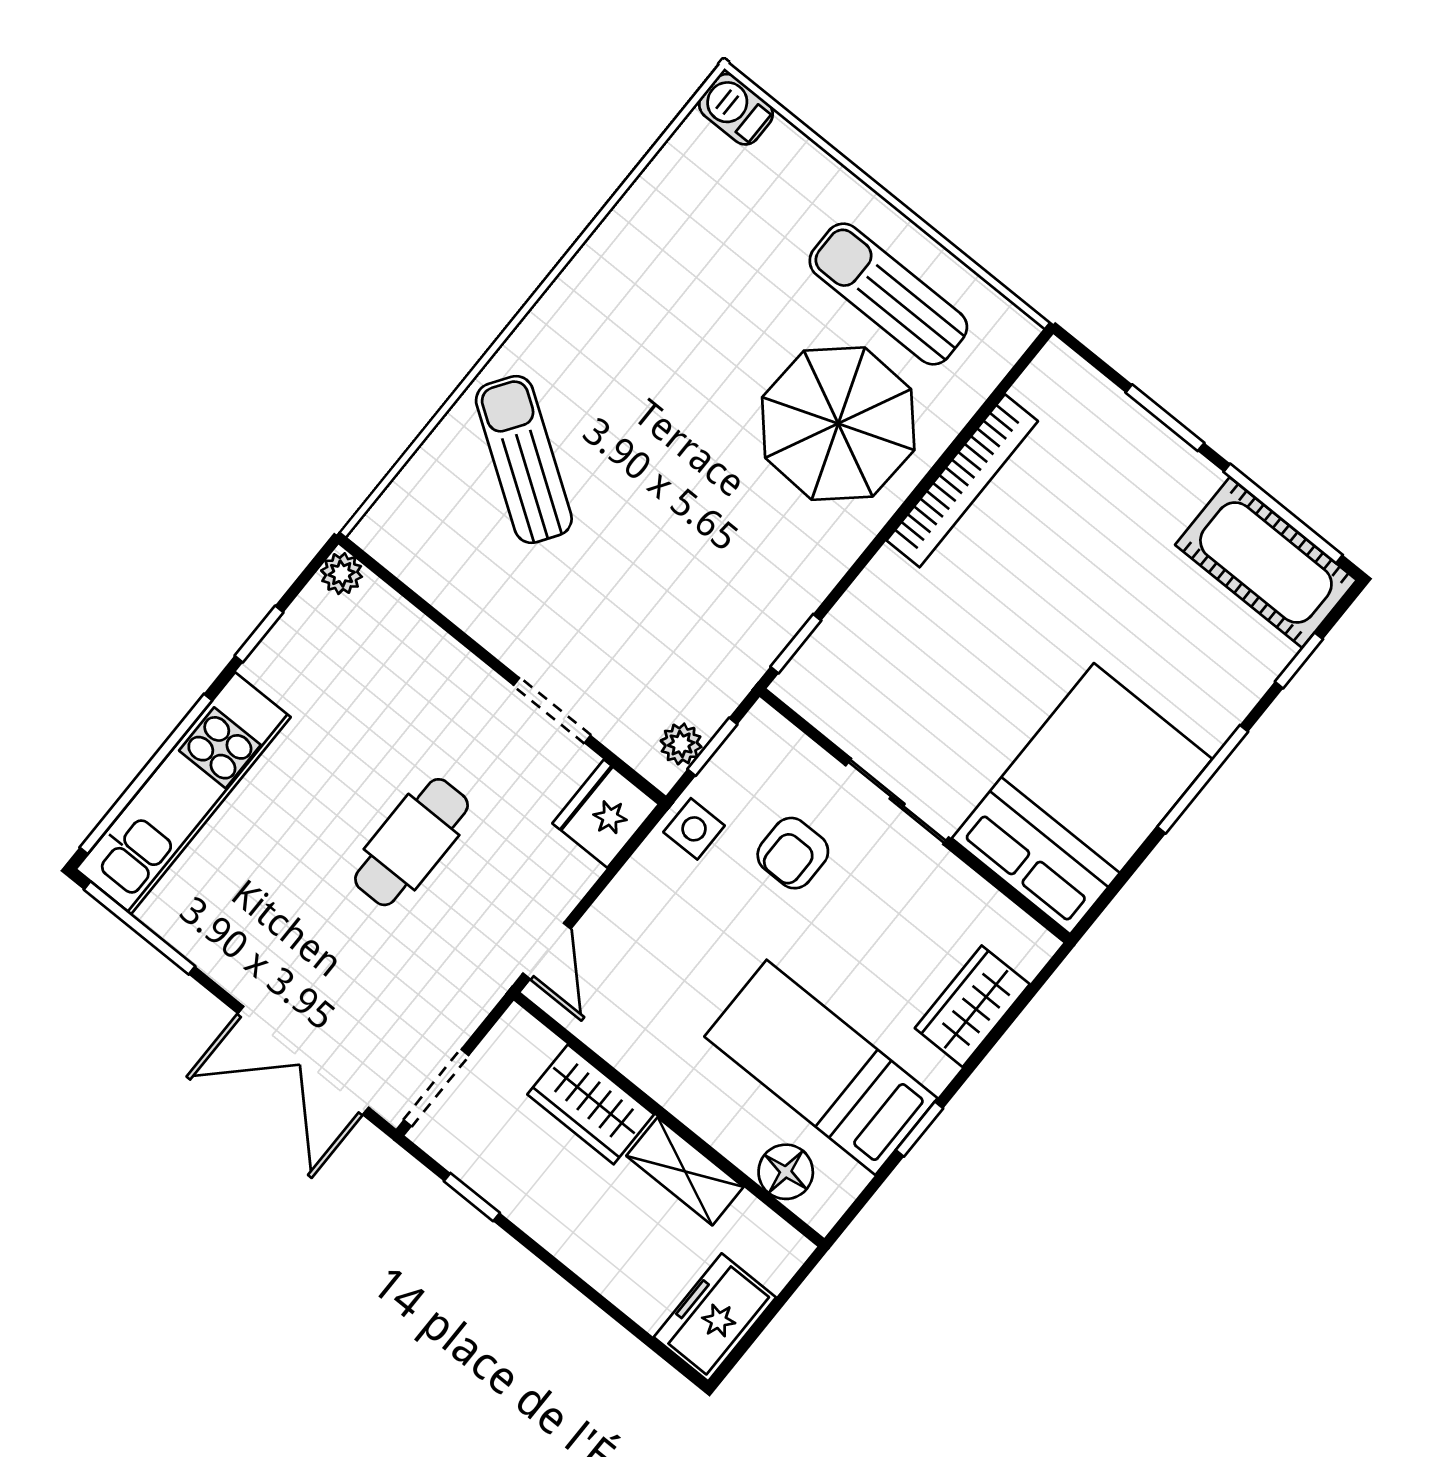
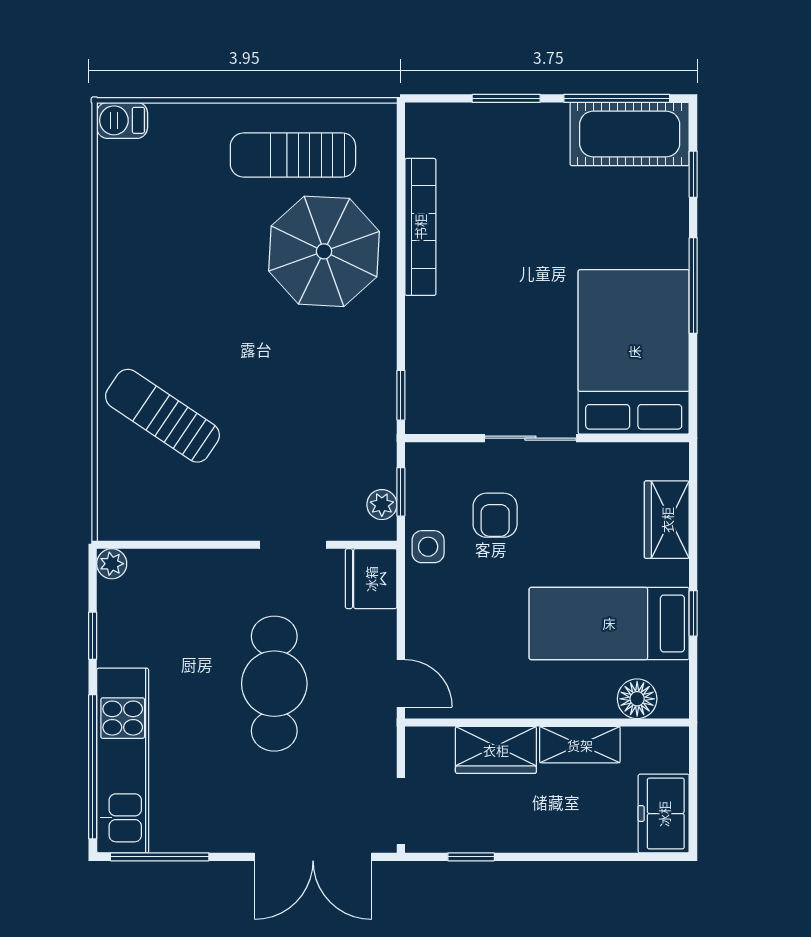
cafe table: (412, 842) -> (274, 684), width x1.37, depth x1.35

